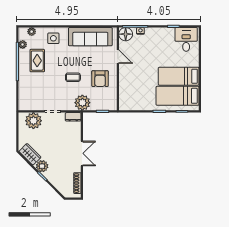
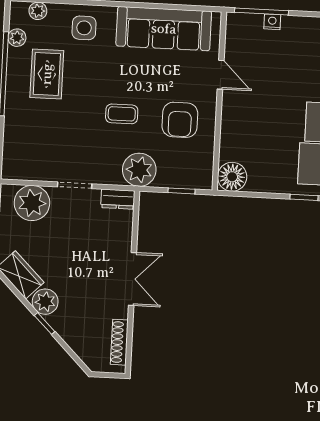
floor lamp: (126, 34) -> (232, 177), moved

